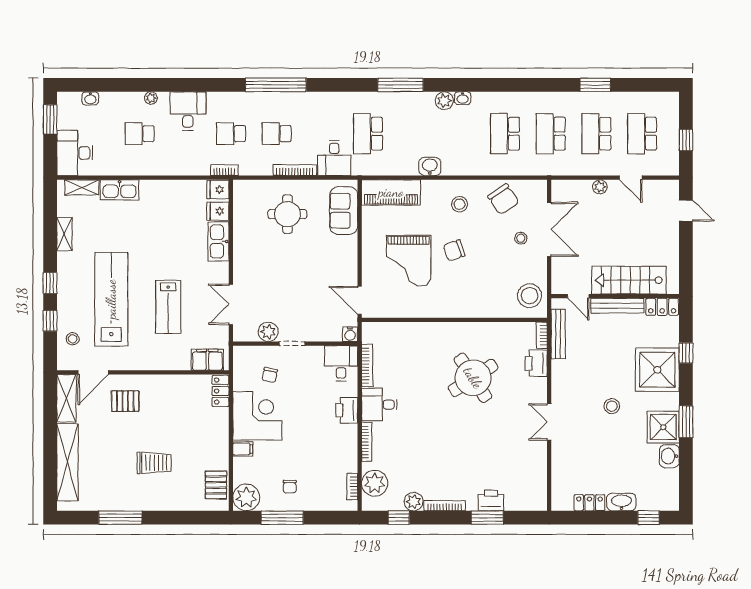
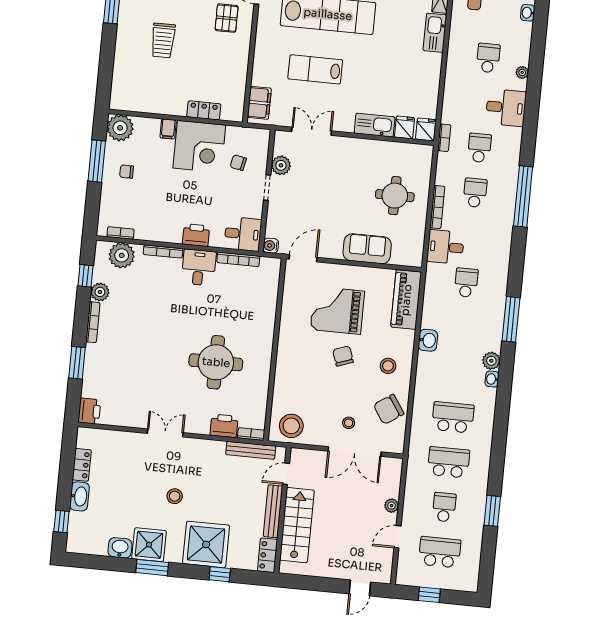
school desk: (368, 134) -> (466, 283), width x0.54
school desk: (596, 134) -> (444, 507), width x0.54
sofa: (344, 211) -> (367, 249), moved
round table: (473, 378) -> (216, 362), turned 33
locker: (220, 391) -> (204, 110), moved
pallet: (216, 485) -> (135, 99), removed
printer: (491, 500) -> (89, 411), moved

